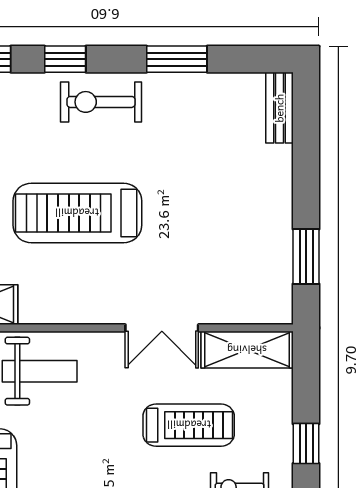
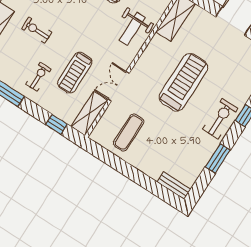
exercise mat: (235, 254) -> (129, 132), added
window: (306, 257) -> (110, 159), removed
window: (306, 444) -> (56, 124), moved

